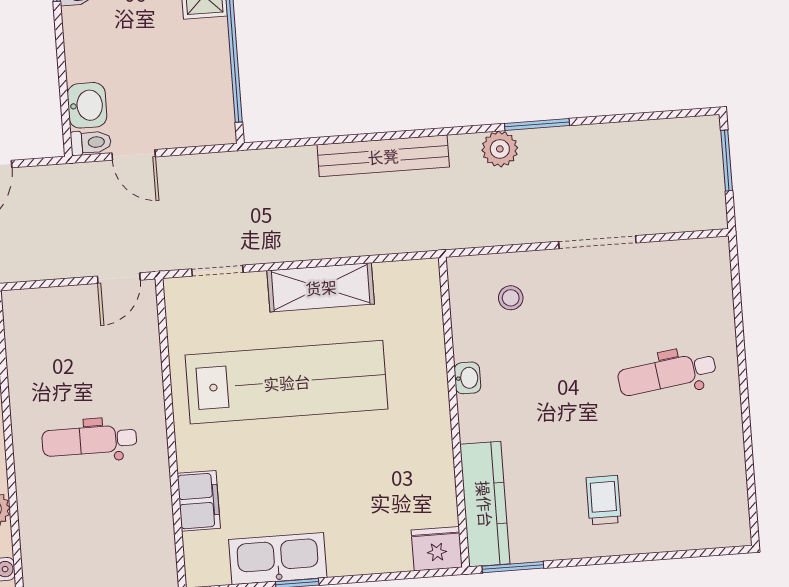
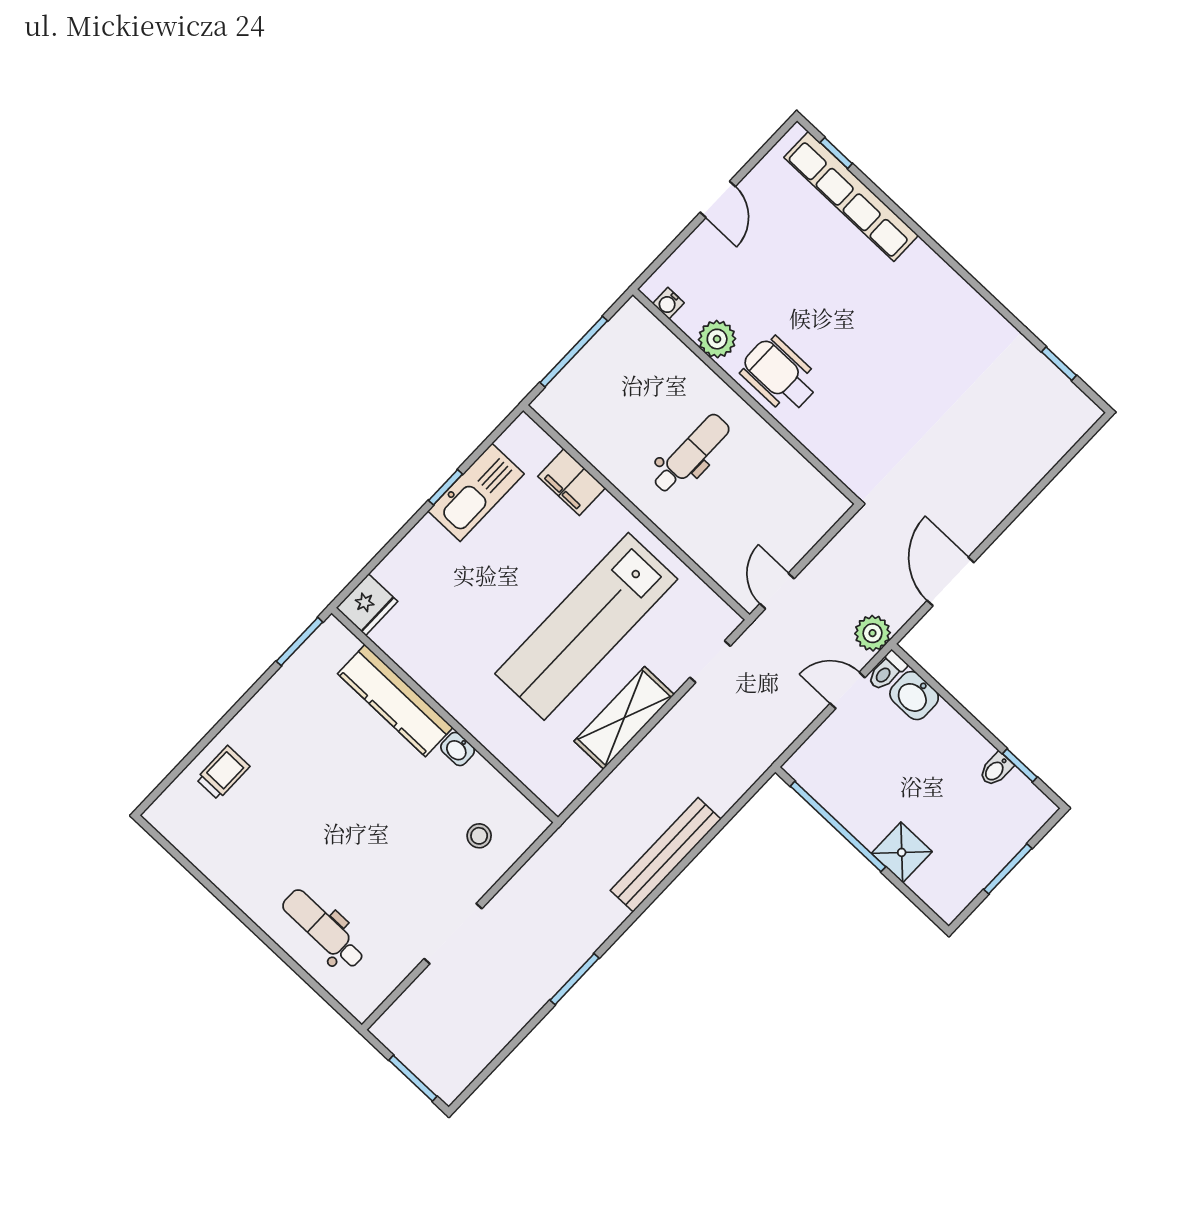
plant: (500, 149) -> (873, 633), moved
dental chair: (667, 374) -> (324, 929), moved, turned -82
trolley: (604, 500) -> (223, 773), moved, turned -90
kitchen counter: (485, 504) -> (395, 701), moved

